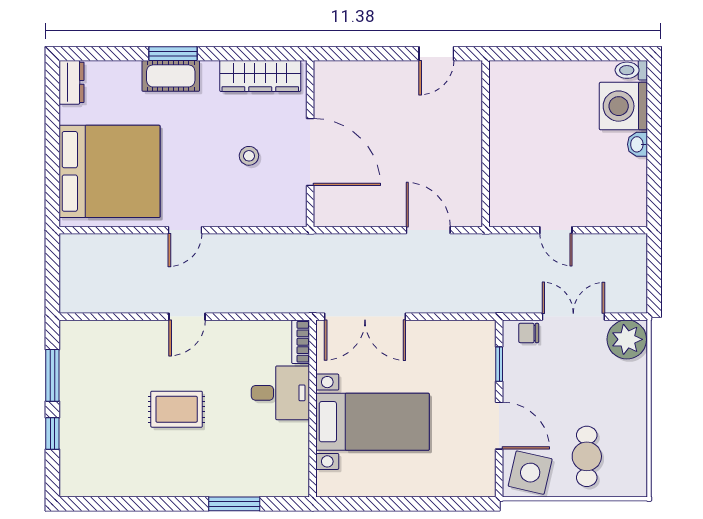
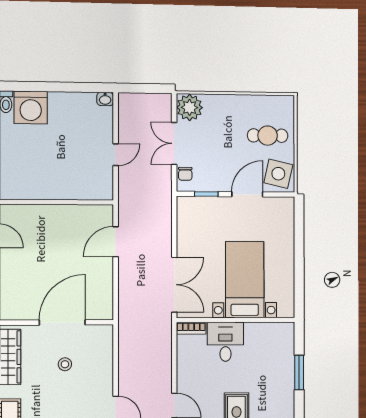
washbasin: (637, 144) -> (105, 99), moved

